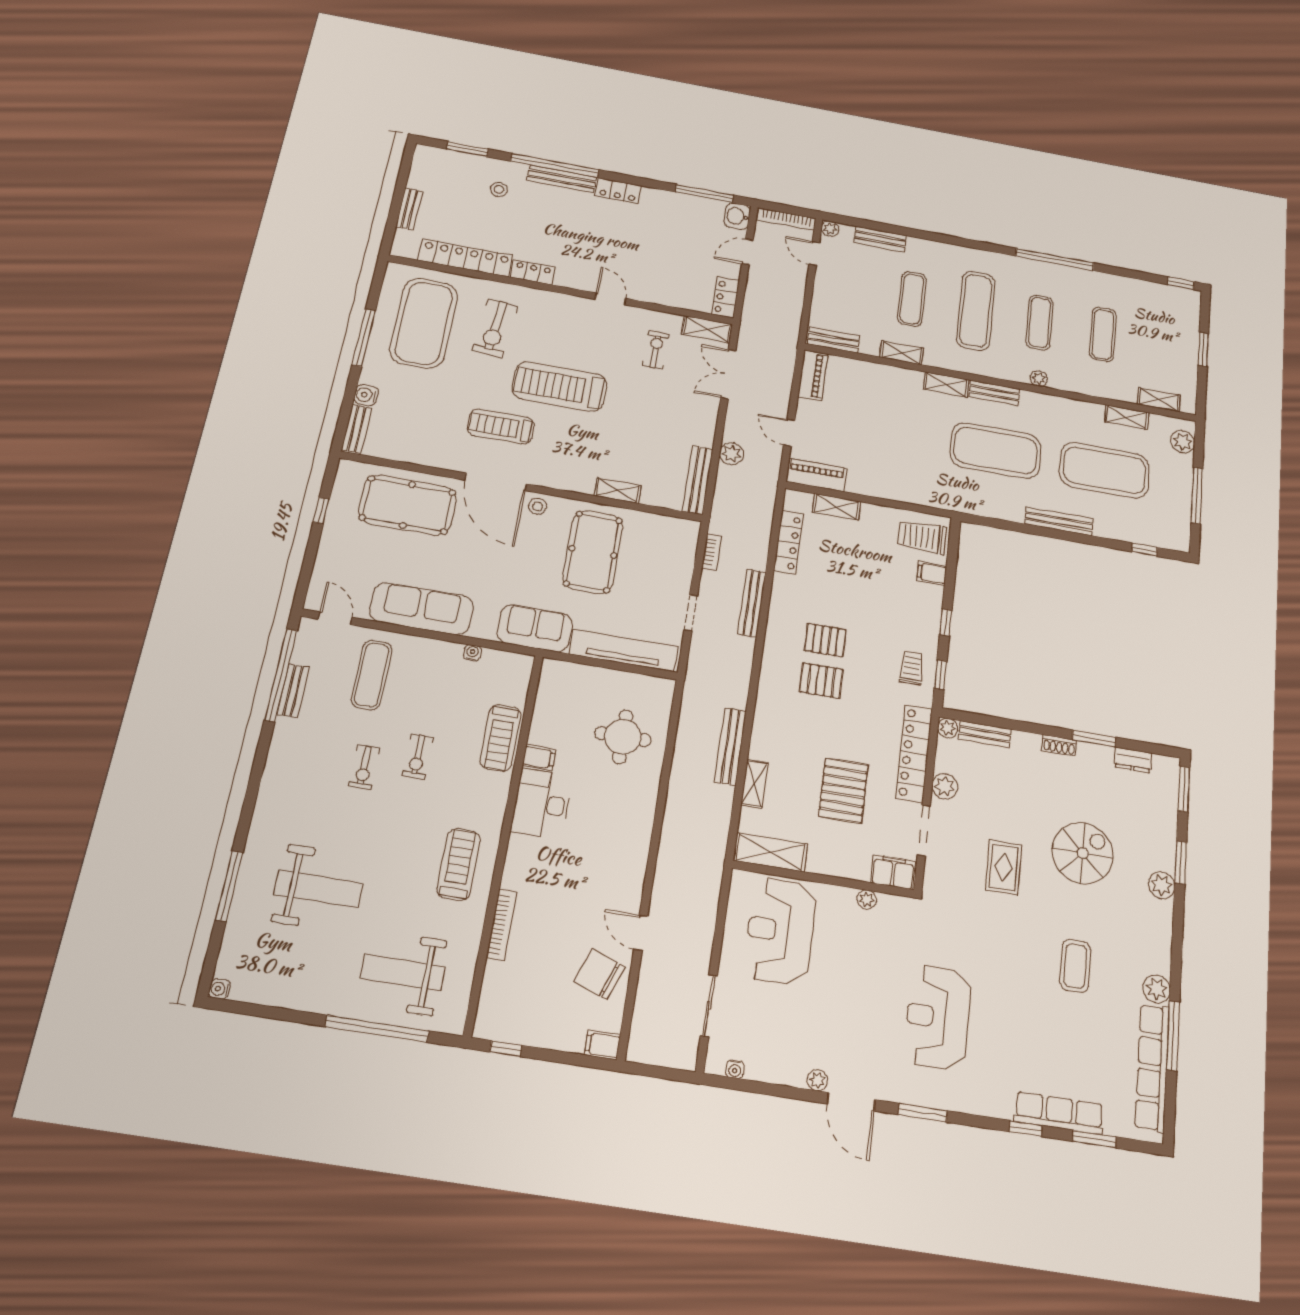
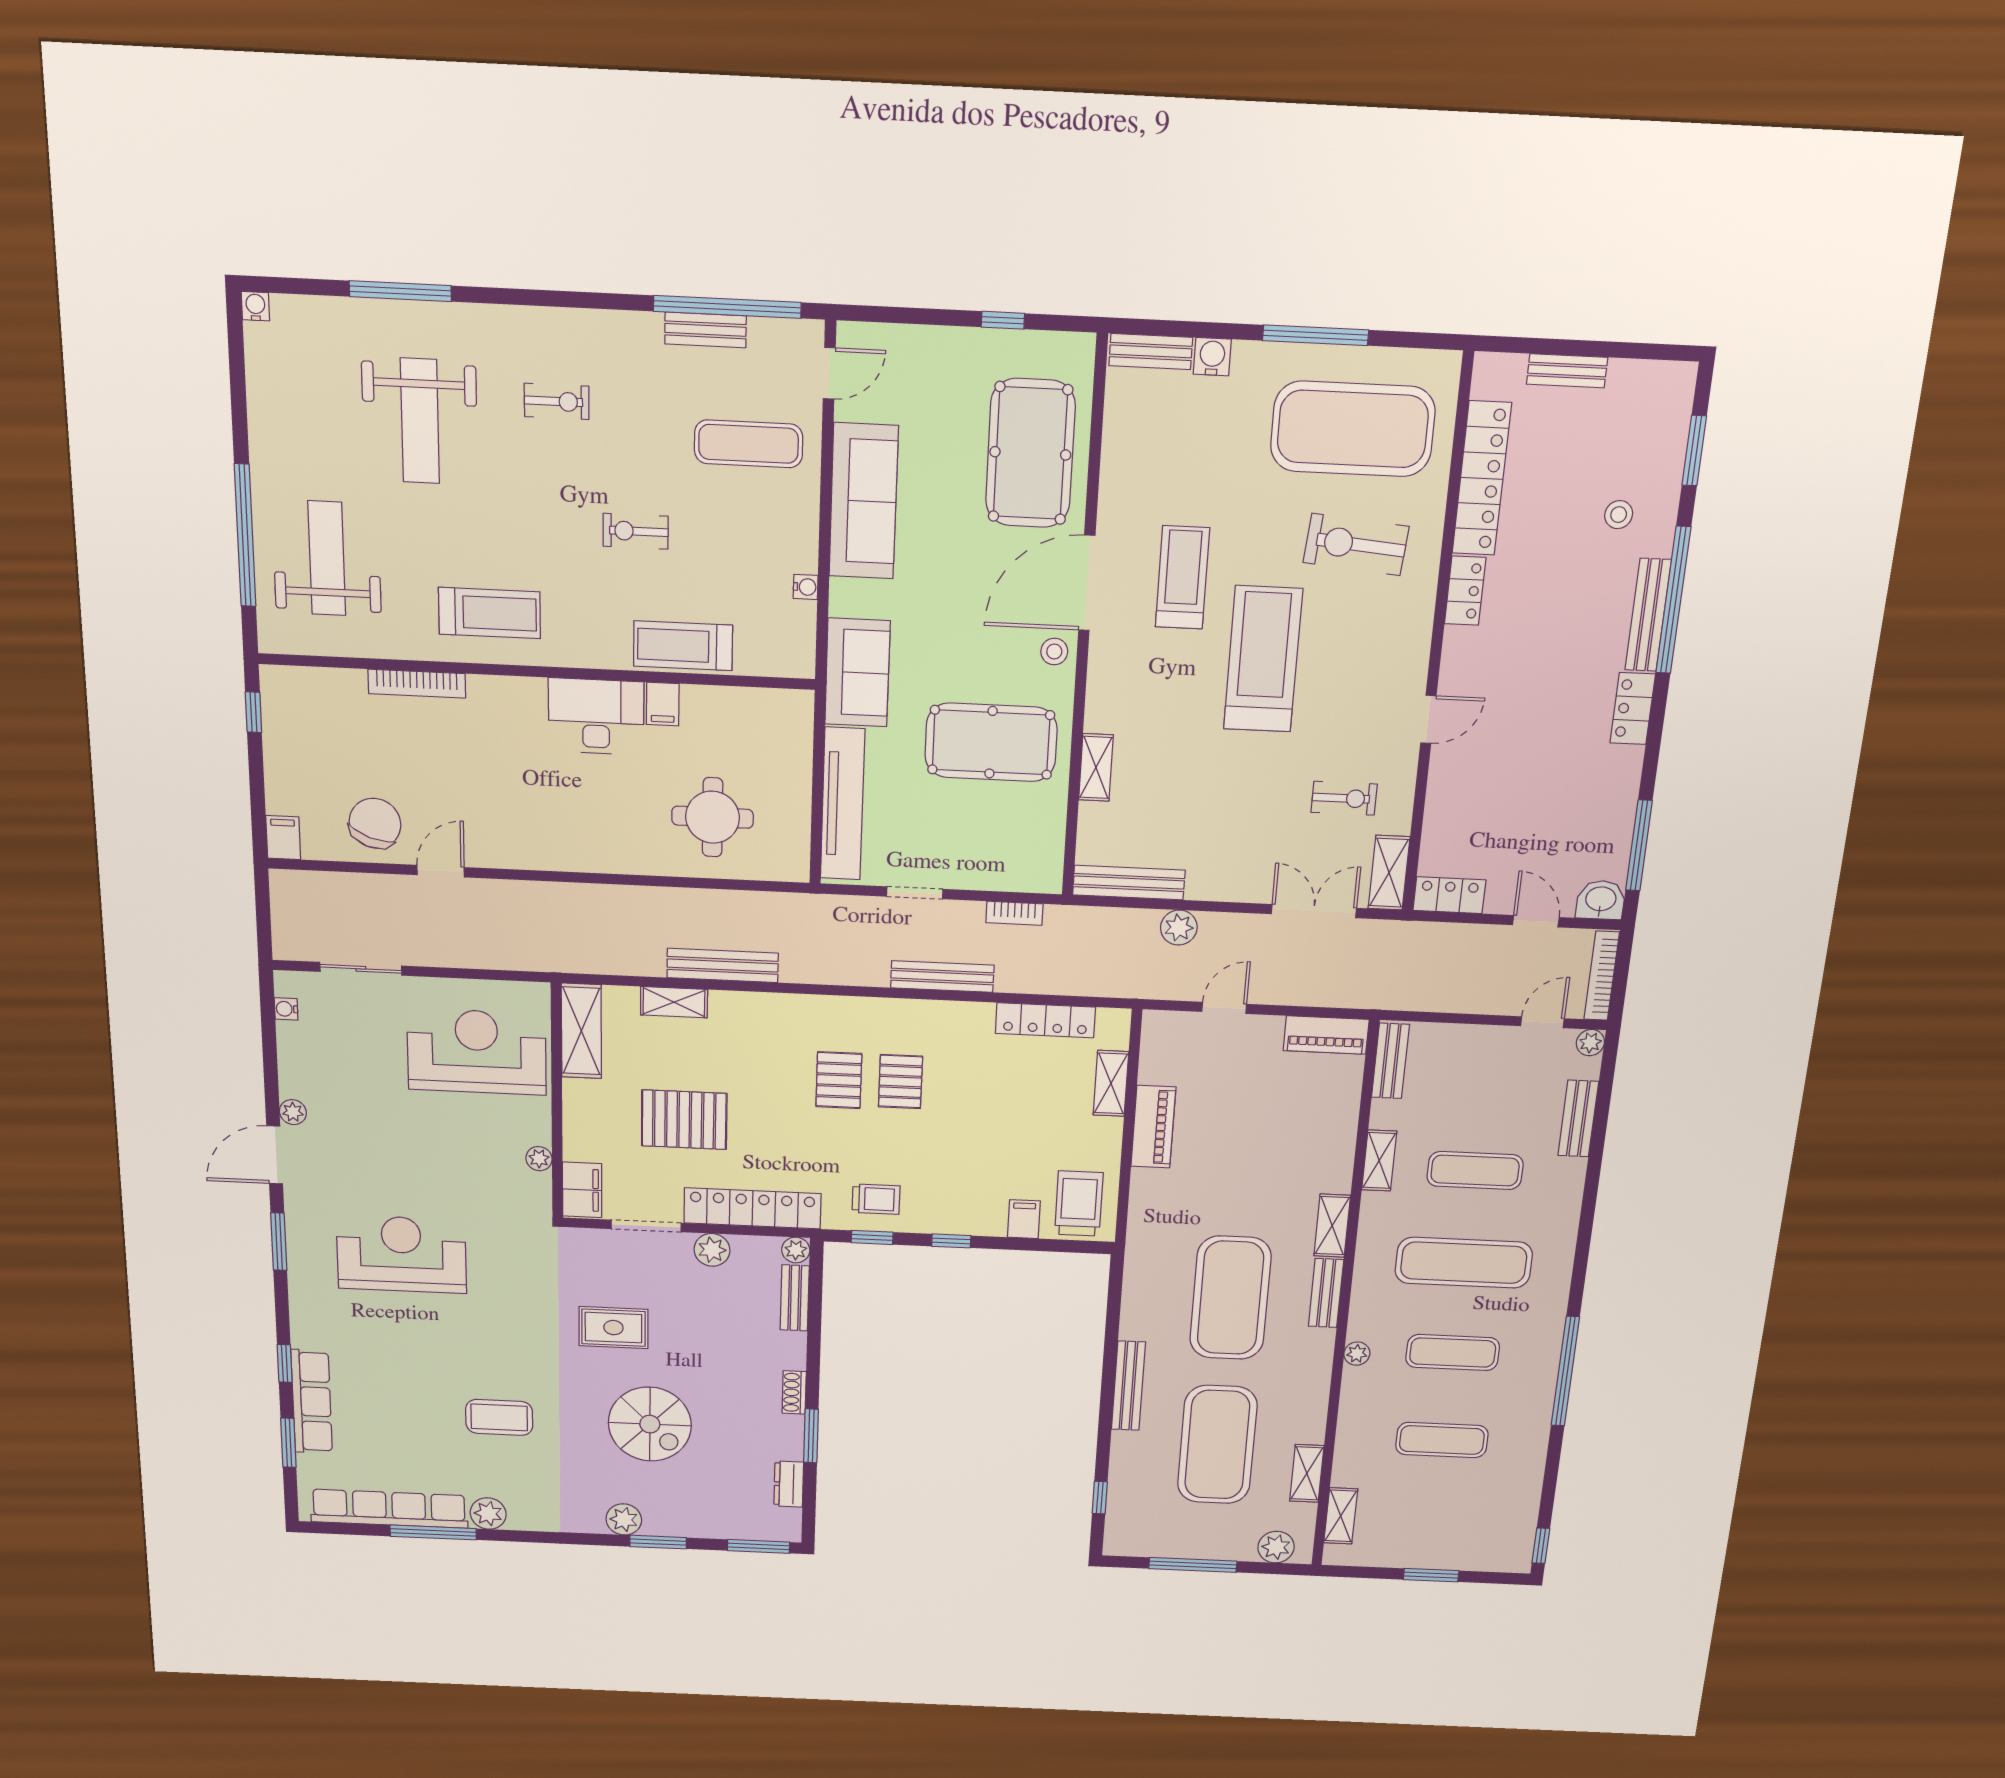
piano: (816, 475) -> (1153, 1127), moved
exercise bike: (364, 767) -> (557, 401), moved, turned 180

